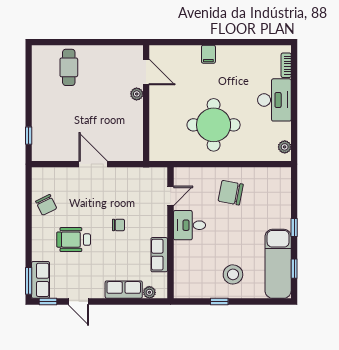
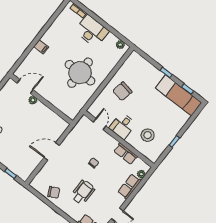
wheelchair: (74, 240) -> (83, 192), turned 180
stool: (233, 274) -> (148, 135), moved

